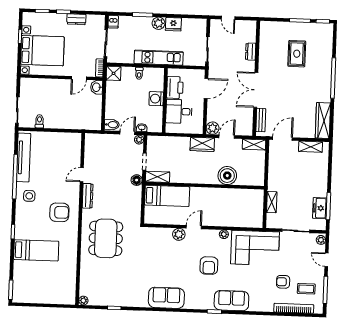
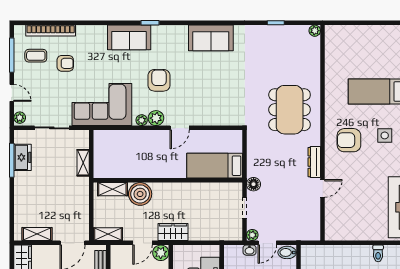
shelving: (158, 177) -> (112, 189), moved
side table: (29, 196) -> (385, 135), moved
plant: (179, 234) -> (156, 118), moved

